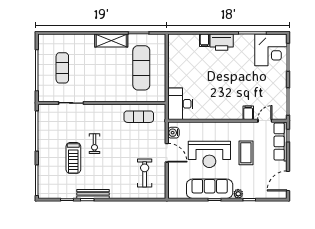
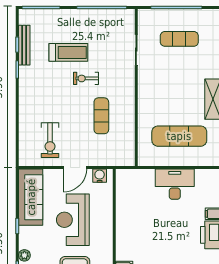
desk: (180, 104) -> (175, 184), moved
exercise mat: (139, 117) -> (101, 116), moved
treadmill: (73, 158) -> (68, 52), turned 180
exercise bike: (145, 173) -> (50, 140), turned 90
sofa: (210, 189) -> (31, 197), moved
bench: (93, 194) -> (24, 45), moved

